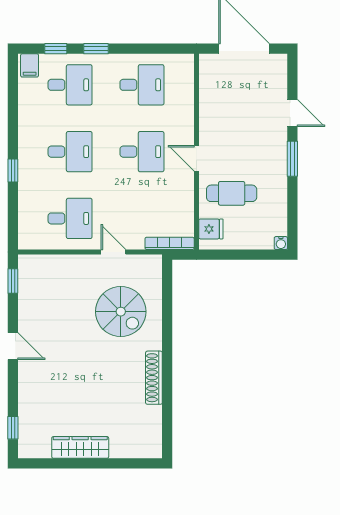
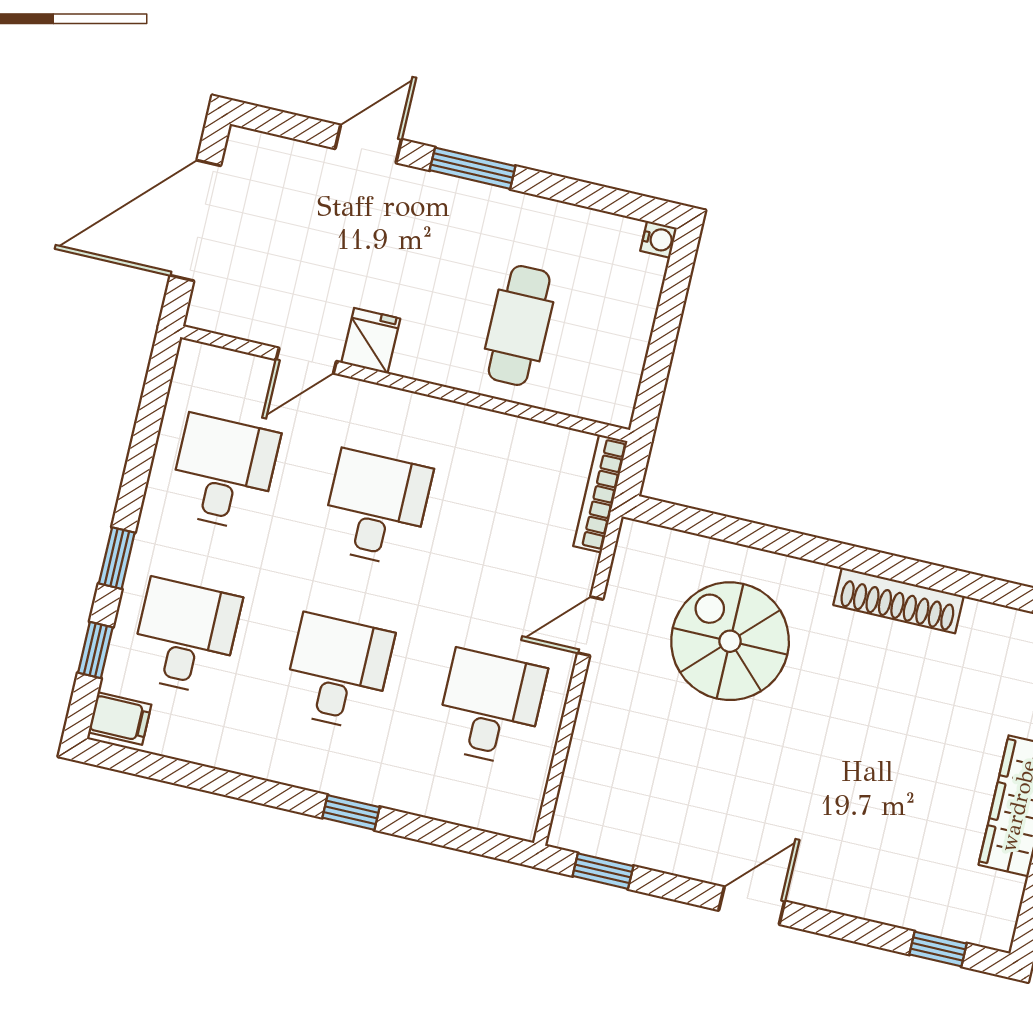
door: (196, 158) -> (306, 361), moved
fridge: (211, 229) -> (371, 341), moved
spiral stairs: (121, 312) -> (730, 641), turned -90

